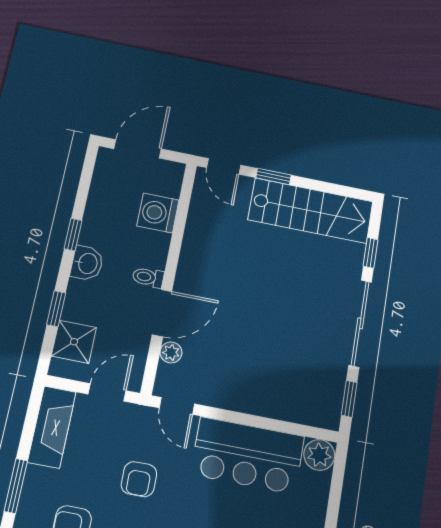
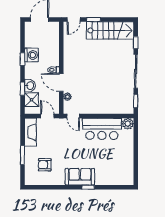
door: (224, 166) -> (74, 20), hinge flipped
washing machine: (158, 213) -> (31, 55), moved, turned 180
washbasin: (87, 263) -> (30, 86), moved
door: (162, 313) -> (61, 83), swing flipped
door: (107, 392) -> (47, 116), hinge flipped
armchair: (139, 479) -> (65, 145), removed

